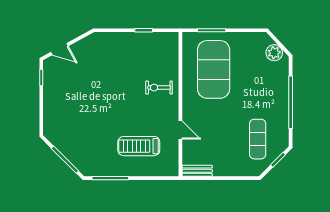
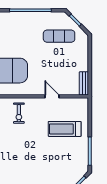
door: (180, 130) -> (52, 96), hinge flipped
treadmill: (139, 146) -> (65, 129), turned 90

